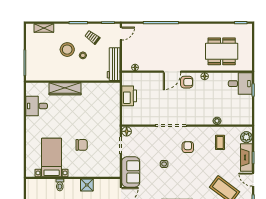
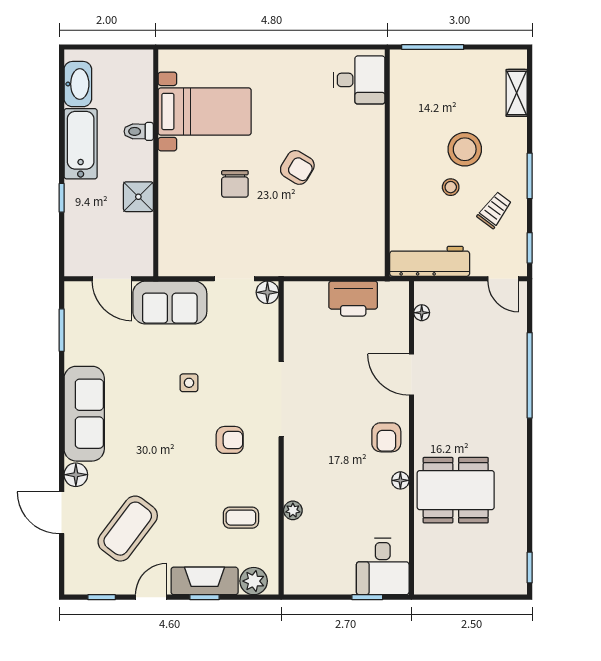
dining table: (222, 51) -> (456, 490), moved, turned 90
door: (172, 72) -> (411, 374), moved
wardrobe: (65, 89) -> (370, 144), removed
desk: (37, 106) -> (359, 80), moved, turned 90
armchair: (75, 119) -> (297, 167), added

